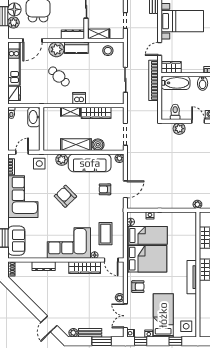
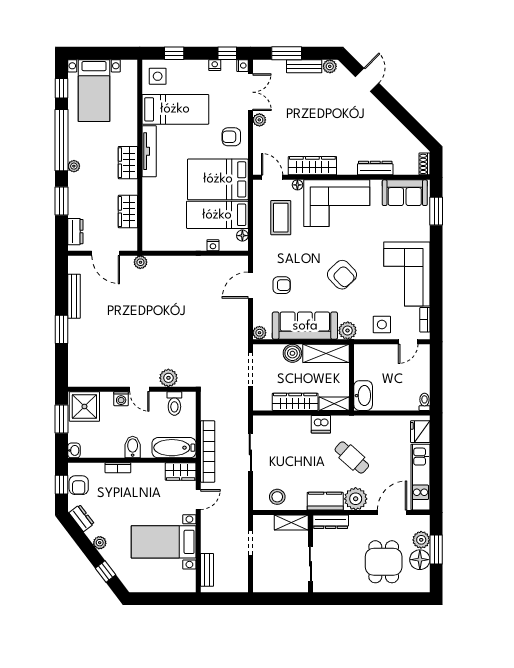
washbasin: (34, 117) -> (363, 396), moved
wall: (41, 129) -> (352, 377), moved
sofa: (16, 241) -> (405, 193), moved, turned -90
bed: (163, 315) -> (175, 109), moved, turned -90

